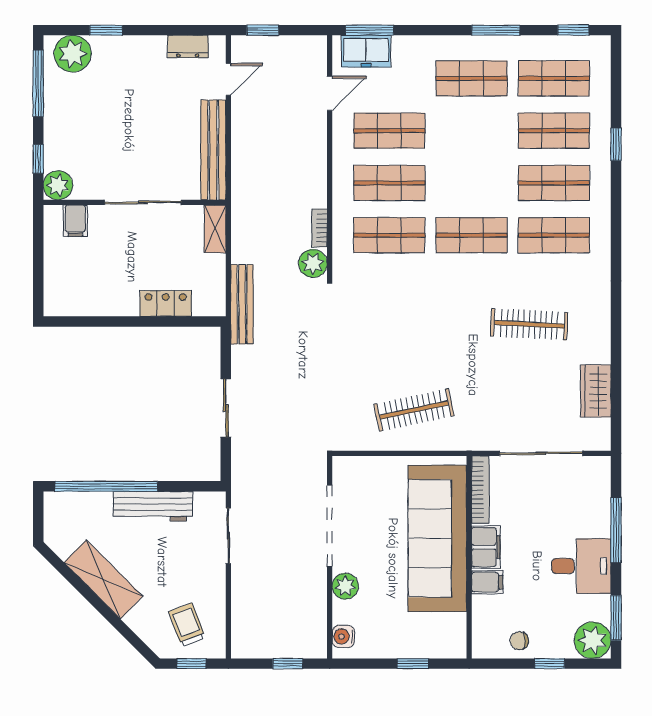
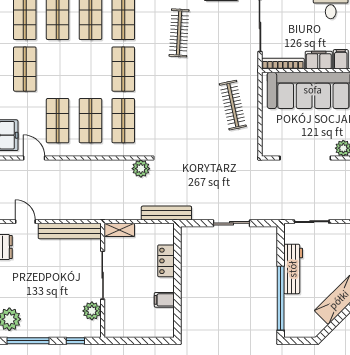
plant: (58, 185) -> (92, 311), moved
filing cabinet: (75, 221) -> (164, 300), moved, turned 180
bookcase: (319, 228) -> (119, 164), removed

